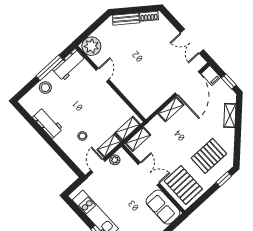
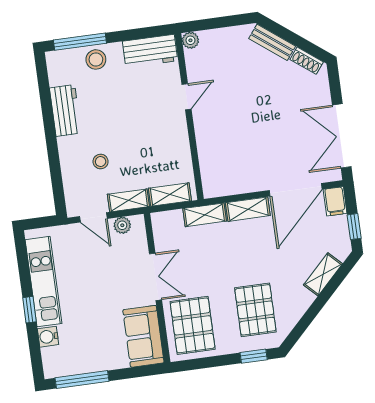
double door: (192, 41) -> (342, 136), width x1.37
plant: (91, 46) -> (190, 40), width x0.53, depth x0.53
window: (49, 68) -> (80, 42), moved
shelving: (138, 139) -> (205, 215), moved
pallet: (209, 156) -> (255, 310), turned 90
door: (98, 166) -> (93, 217), swing flipped

